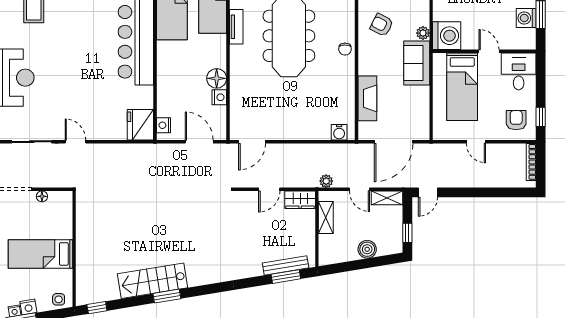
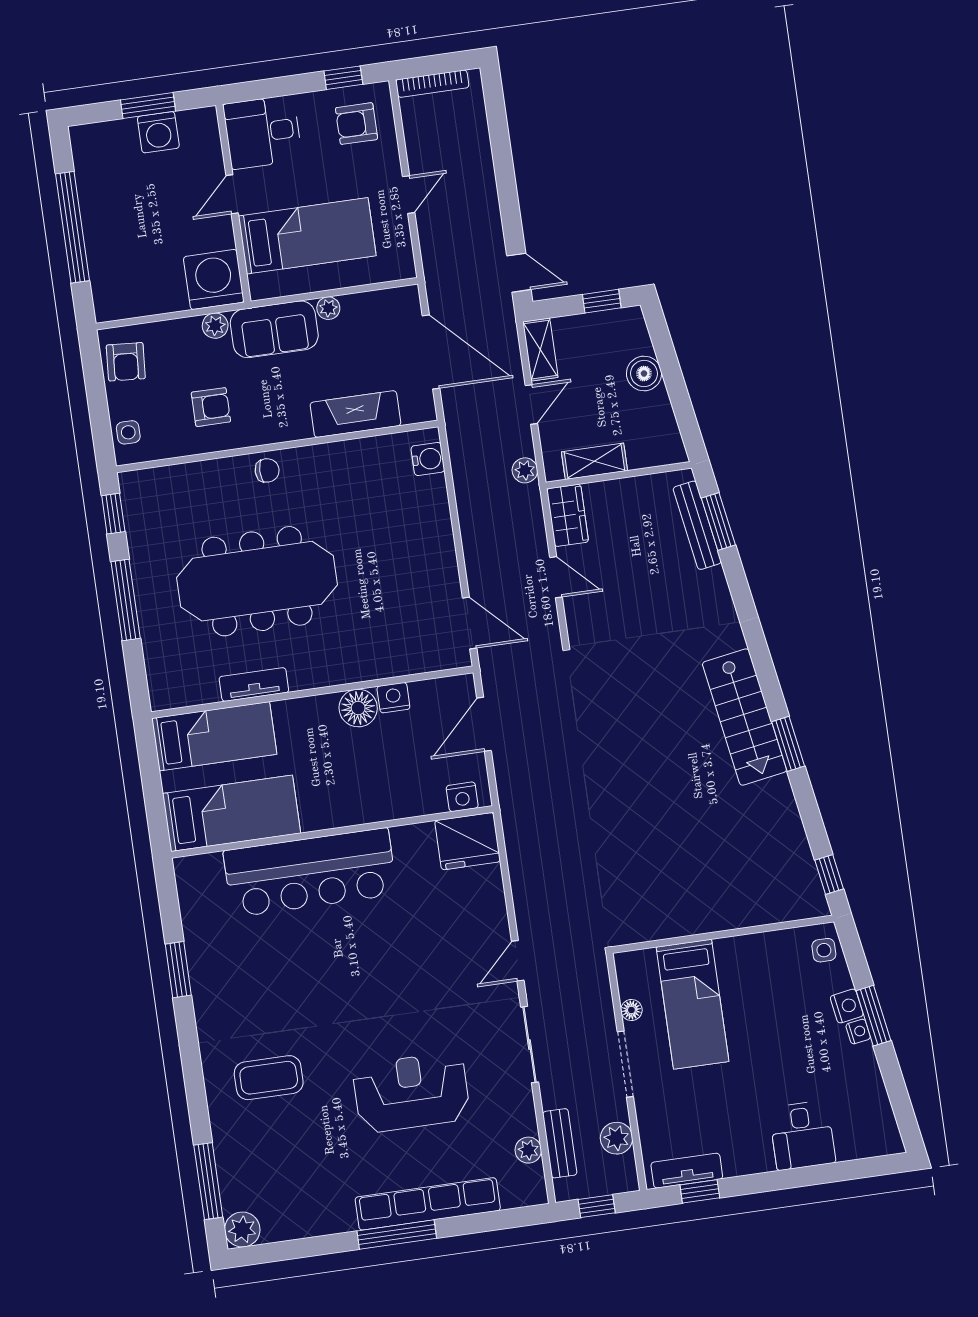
armchair: (382, 25) -> (211, 407), turned -117
plant: (424, 92) -> (328, 308), added
bed: (40, 254) -> (693, 1004), moved
stairs: (153, 281) -> (744, 717), moved

